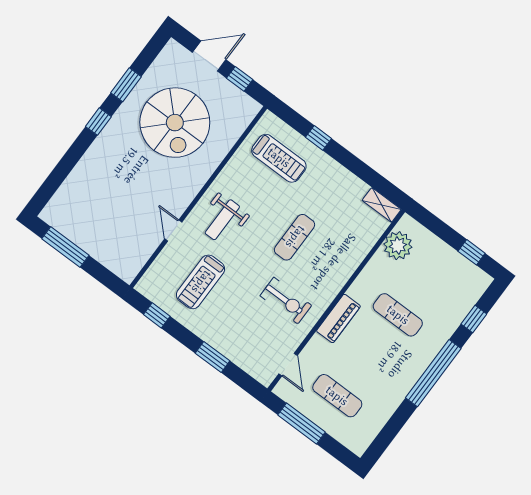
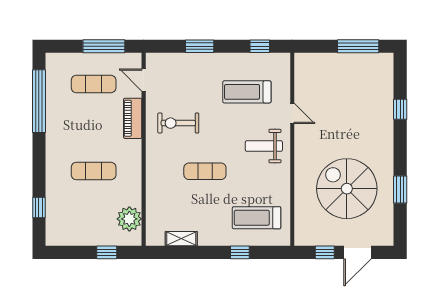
window: (98, 122) -> (400, 109), moved
shelving: (382, 205) -> (181, 239), moved
weight bench: (222, 220) -> (264, 146), turned -90
exercise mat: (295, 237) -> (205, 171), turned 90
window: (472, 252) -> (107, 252), moved
treadmill: (201, 282) -> (247, 92), turned -90
piano: (338, 319) -> (133, 118), moved
window: (433, 373) -> (39, 101), moved

